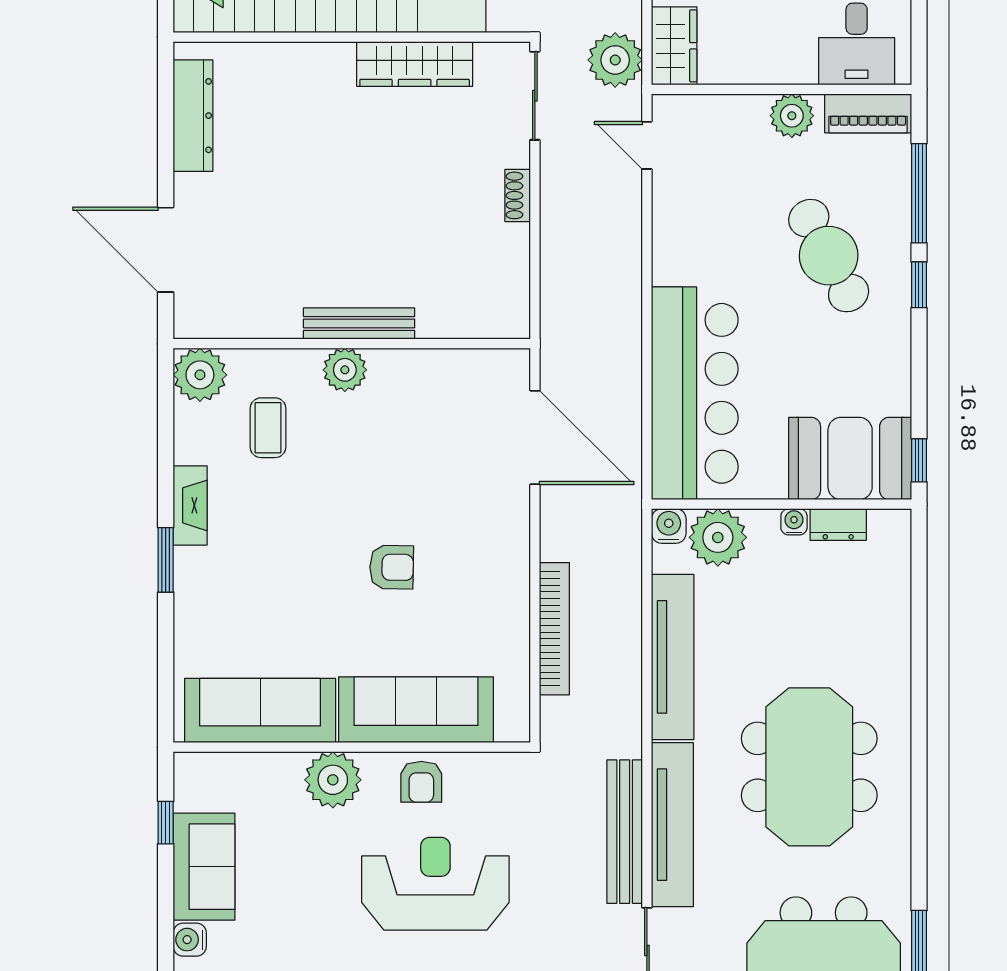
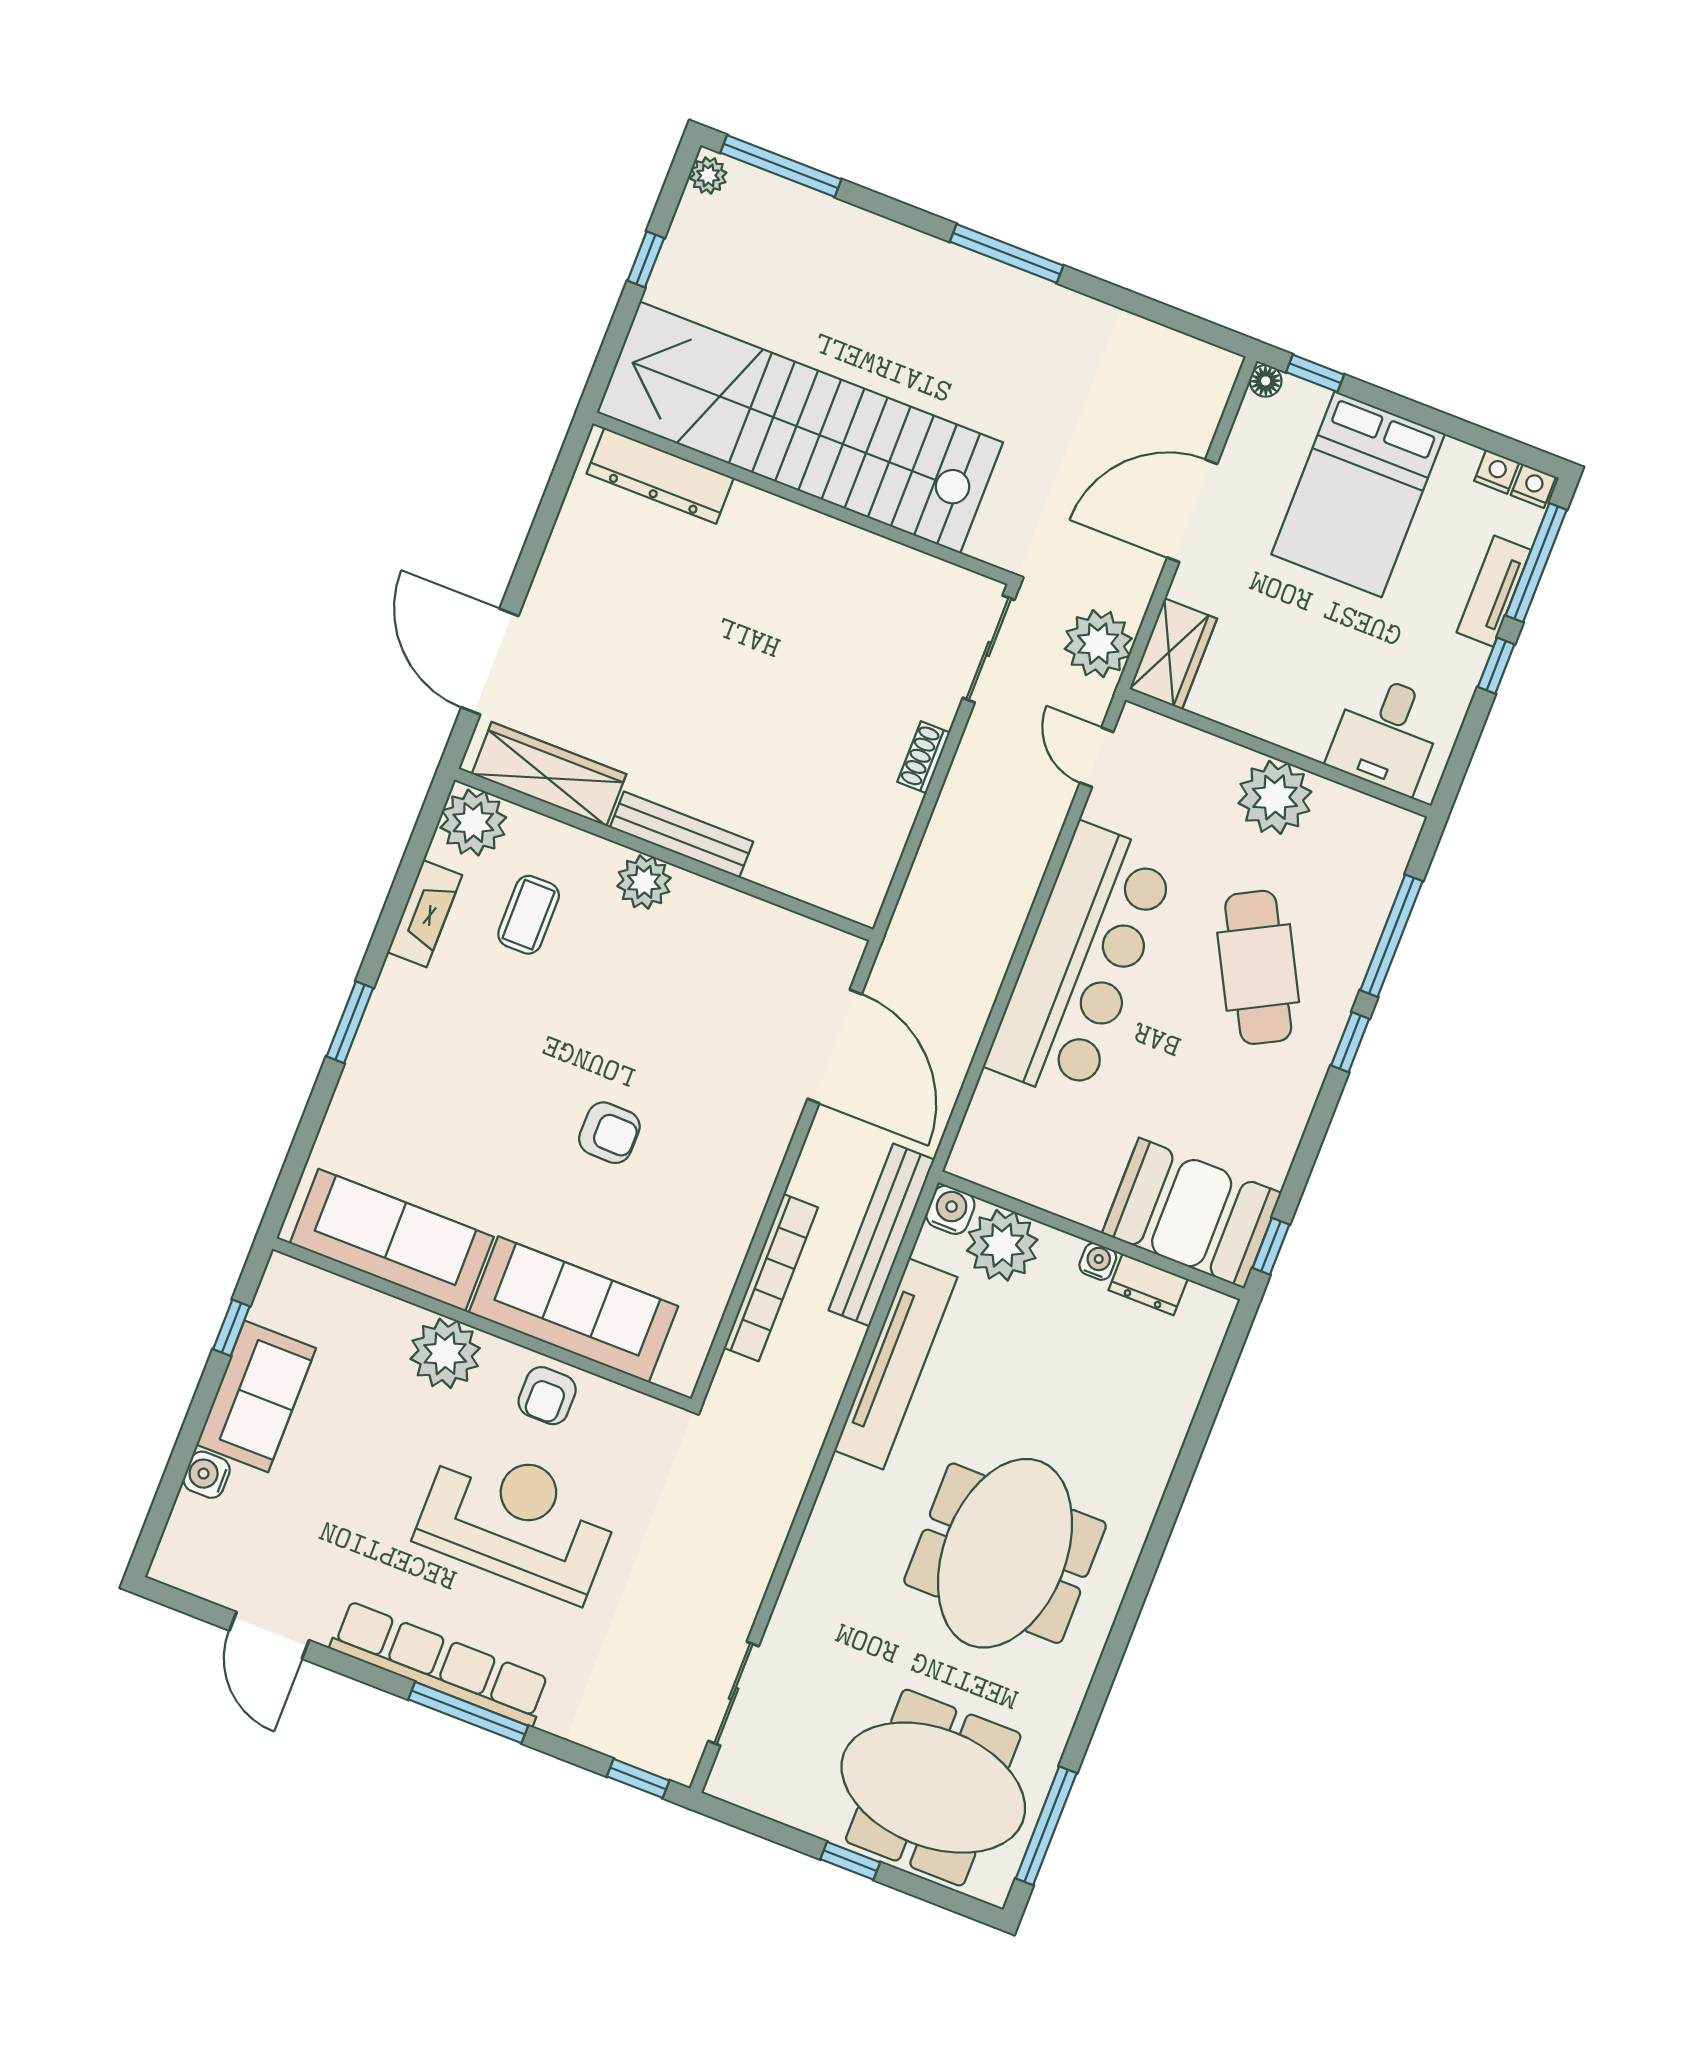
wardrobe: (415, 64) -> (549, 774), moved, turned 180
piano: (868, 113) -> (1368, 820), removed
dresser: (193, 116) -> (660, 476), moved, turned 90
plant: (792, 116) -> (1275, 797), width x1.36, depth x1.36
bar counter: (695, 393) -> (1081, 962), moved
fireplace: (190, 505) -> (425, 914), moved
tv unit: (672, 825) -> (820, 1559), removed
bench: (625, 832) -> (882, 1235), moved

